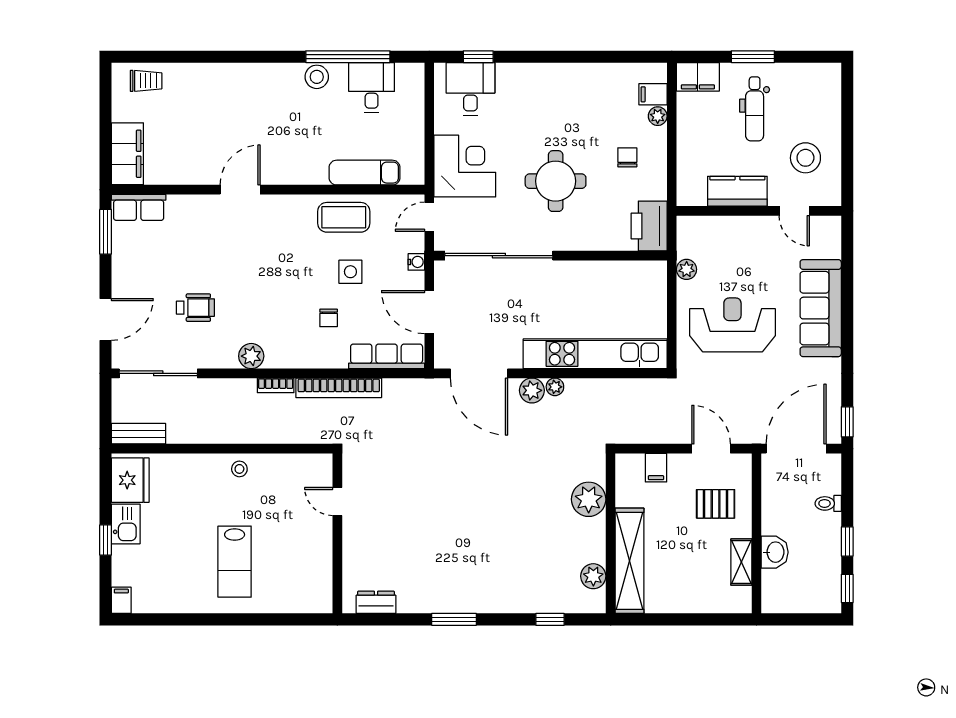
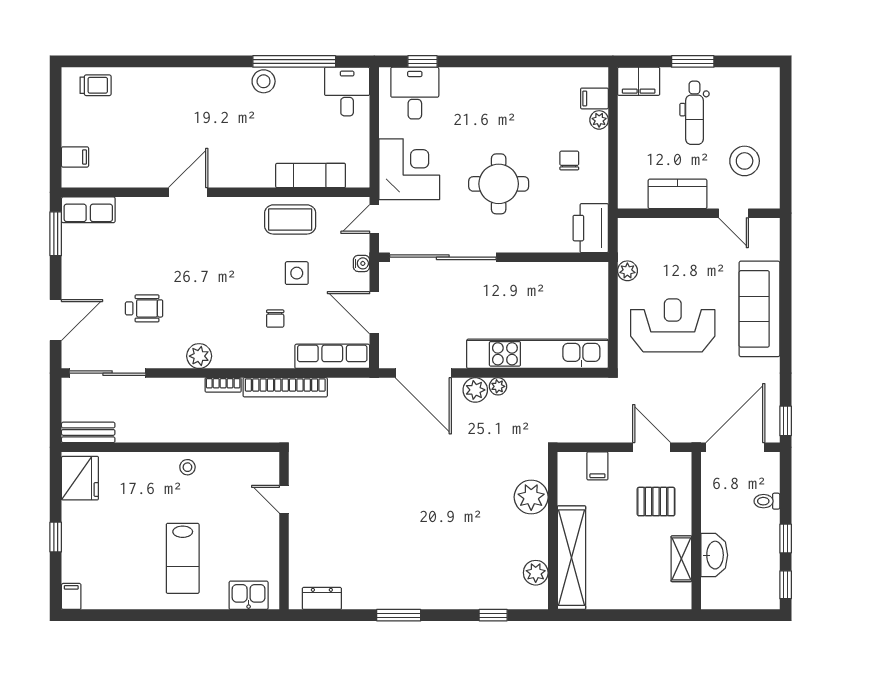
desk: (372, 87) -> (347, 92), moved
filing cabinet: (127, 154) -> (75, 157), width x0.33, depth x0.86
kitchen sink: (126, 524) -> (249, 595), moved, turned -90
washbasin: (775, 552) -> (714, 555), width x1.38

